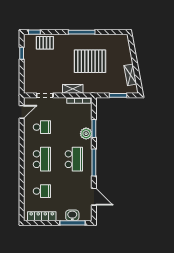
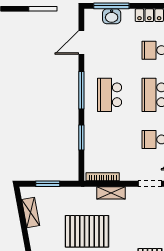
plant: (86, 134) -> (92, 130), removed
door: (94, 197) -> (81, 42), hinge flipped

